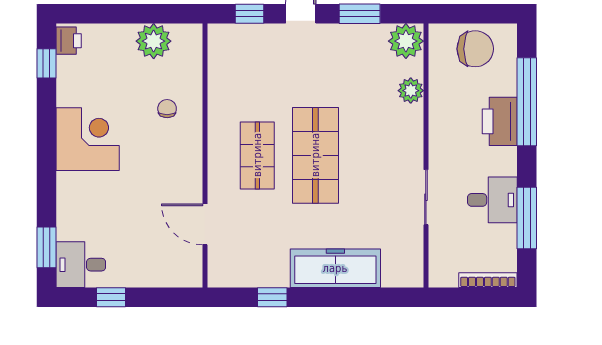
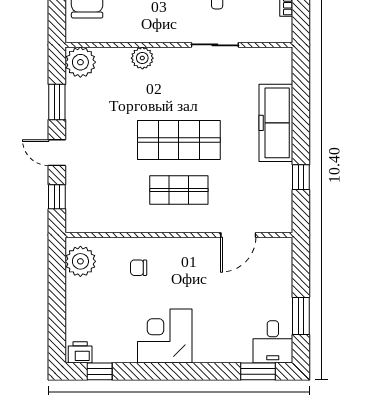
plant: (154, 41) -> (80, 261), moved
plant: (411, 91) -> (142, 58), moved
window: (111, 297) -> (301, 316), width x1.50

